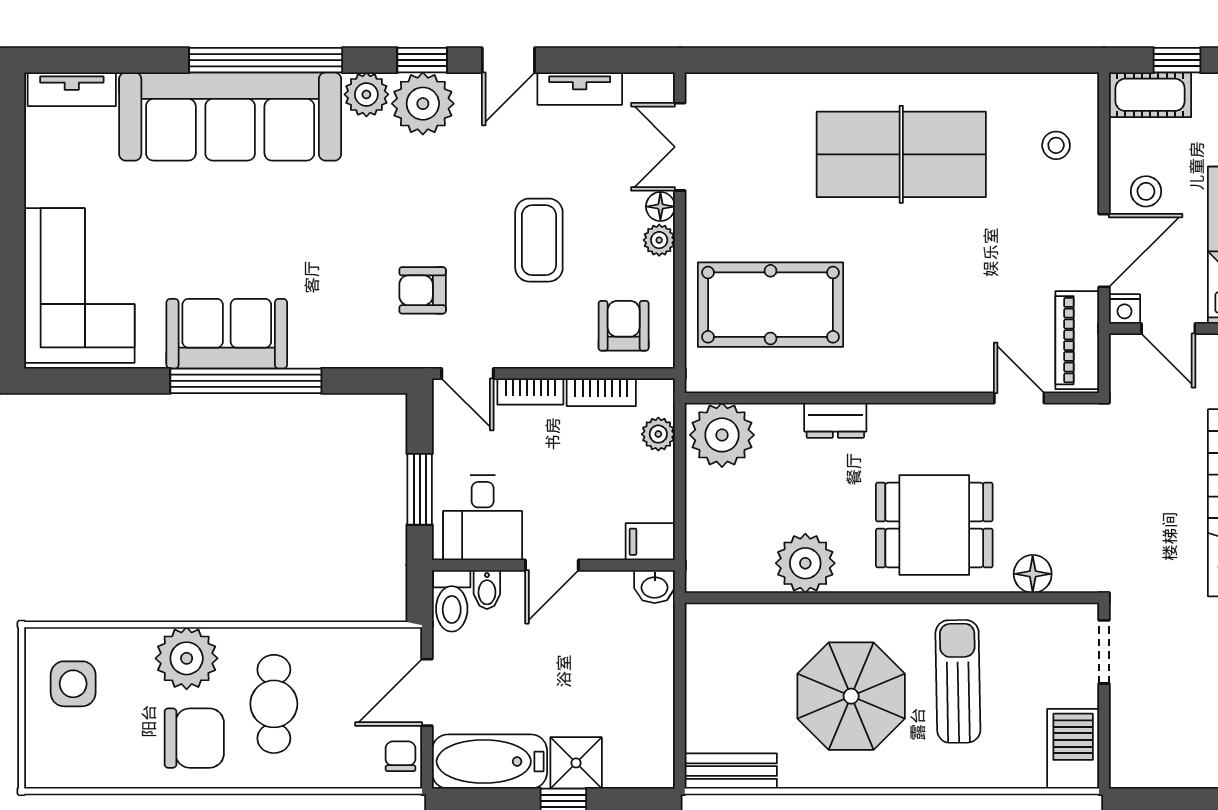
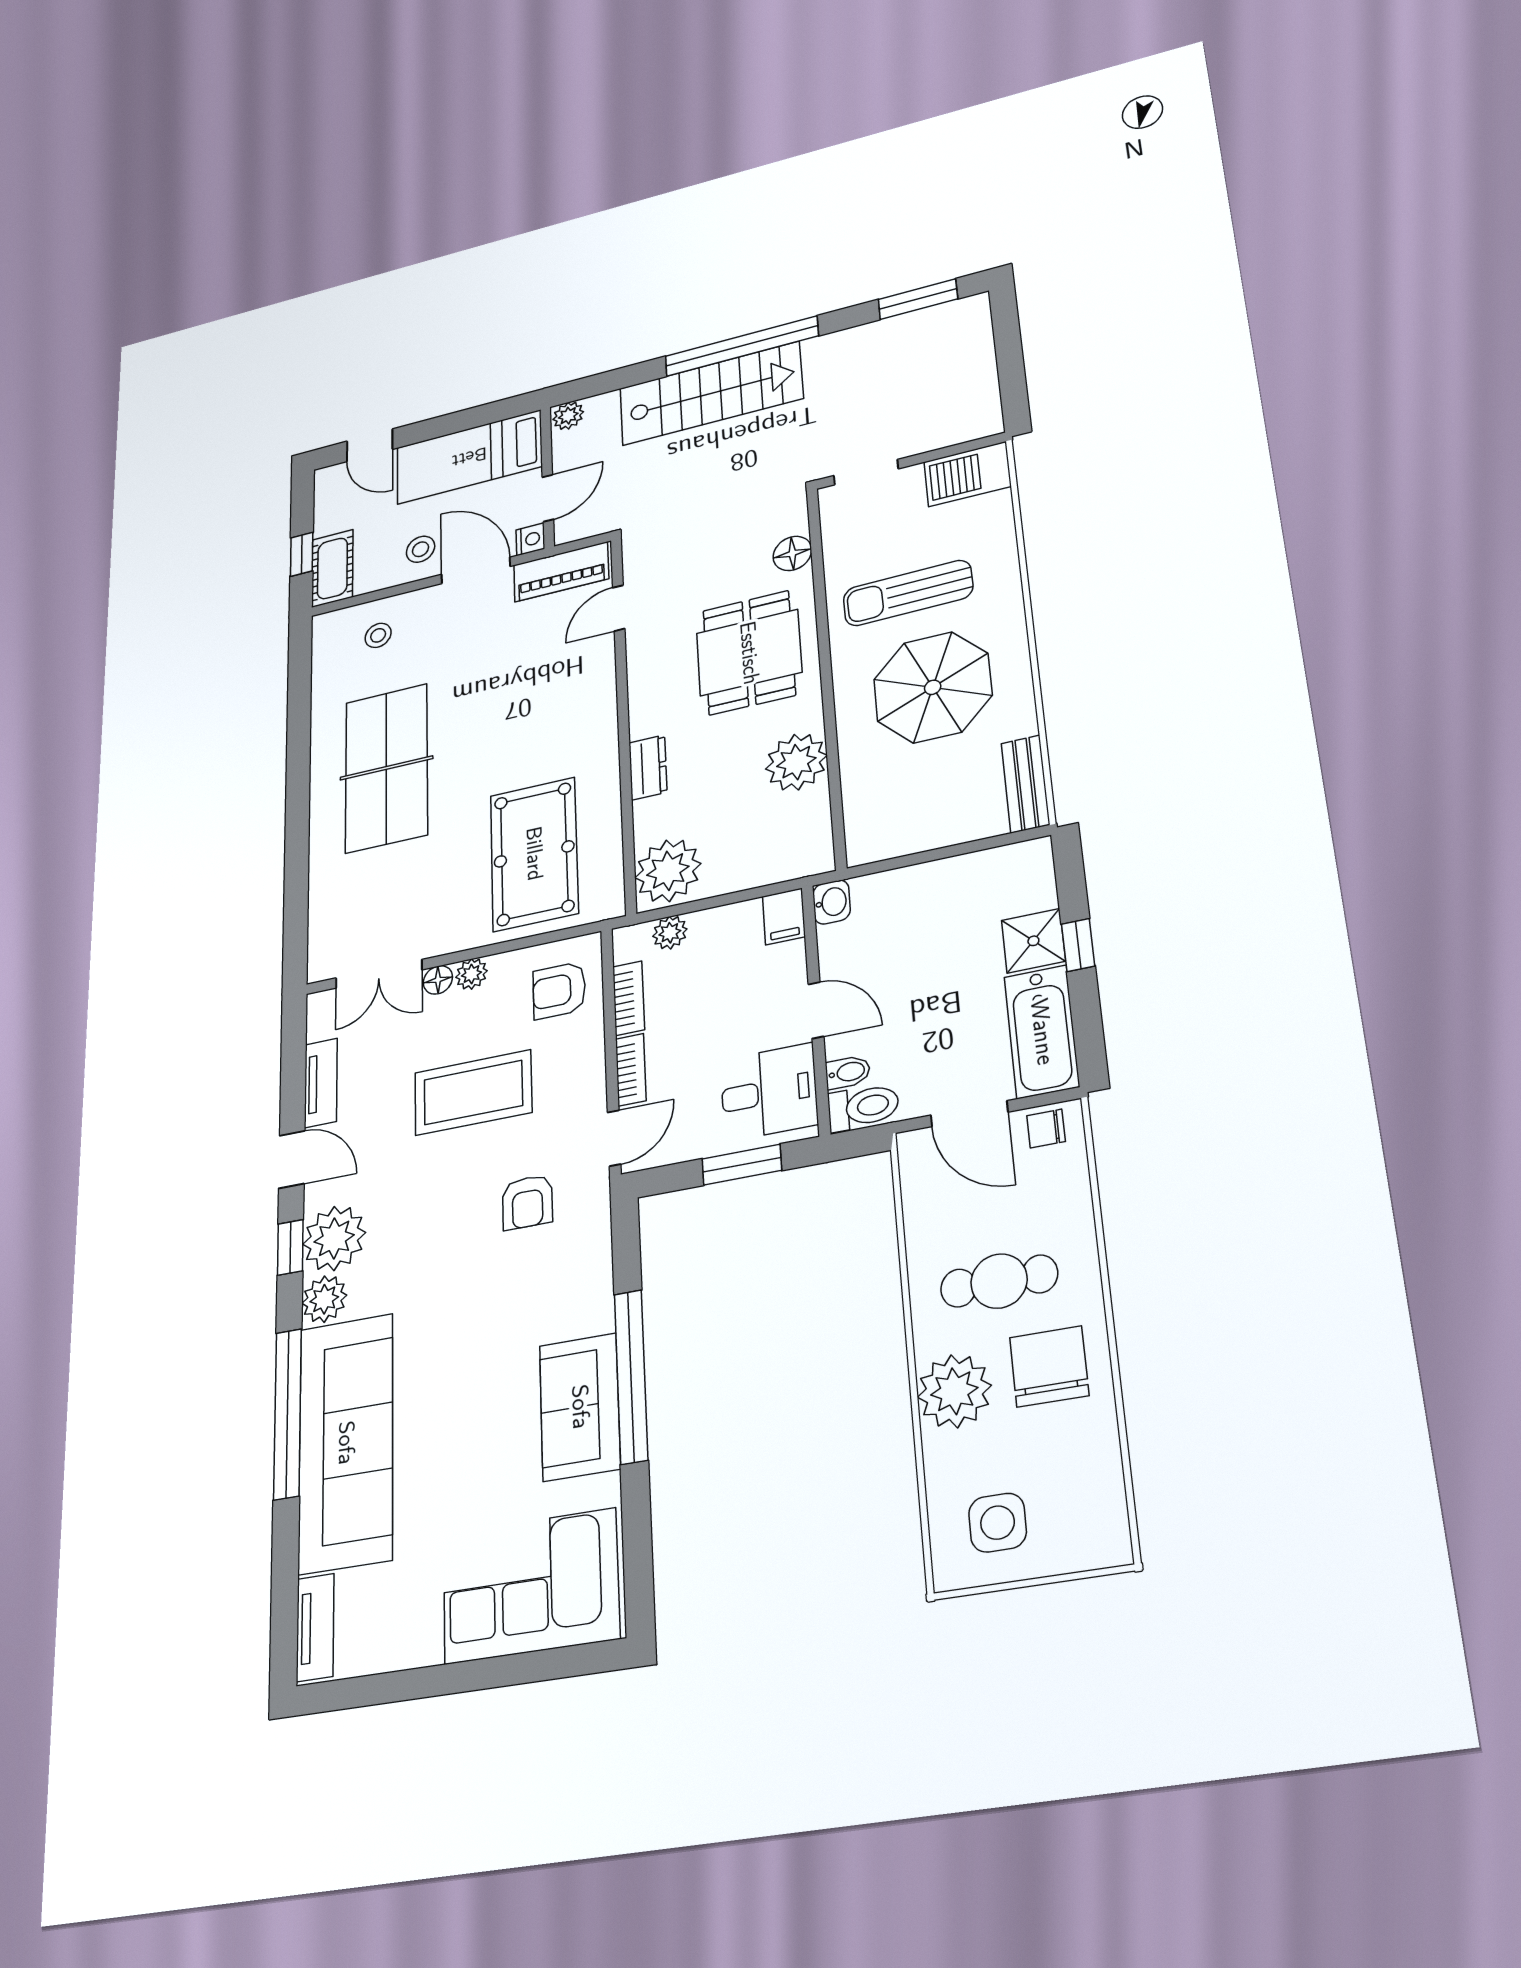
coffee table: (539, 240) -> (473, 1093), width x1.36, depth x1.32

